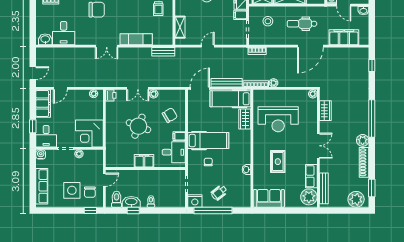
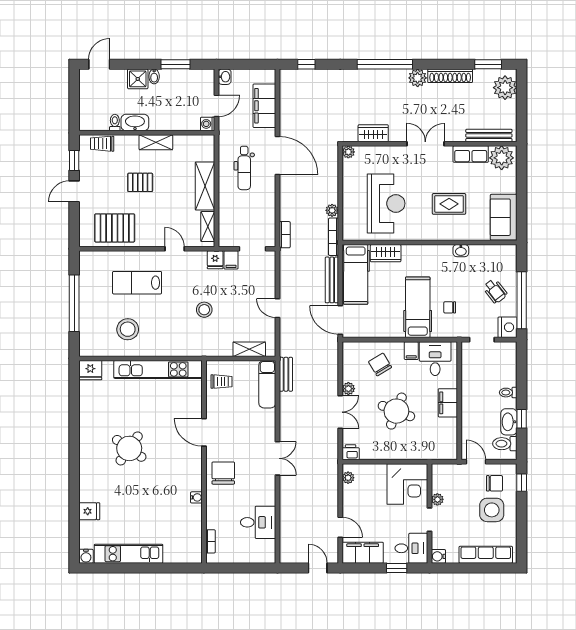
stool: (268, 21) -> (240, 219), removed
washbasin: (45, 39) -> (267, 550), removed
exam couch: (136, 39) -> (267, 384), moved

